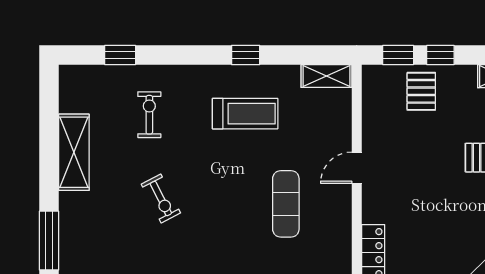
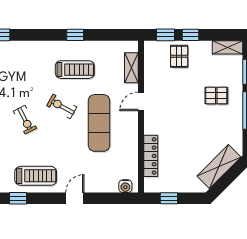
shelving: (326, 76) -> (131, 68), moved, turned 90
exercise bike: (149, 115) -> (62, 106), moved, turned -61
exercise mat: (286, 204) -> (99, 123), width x1.36, depth x1.45

